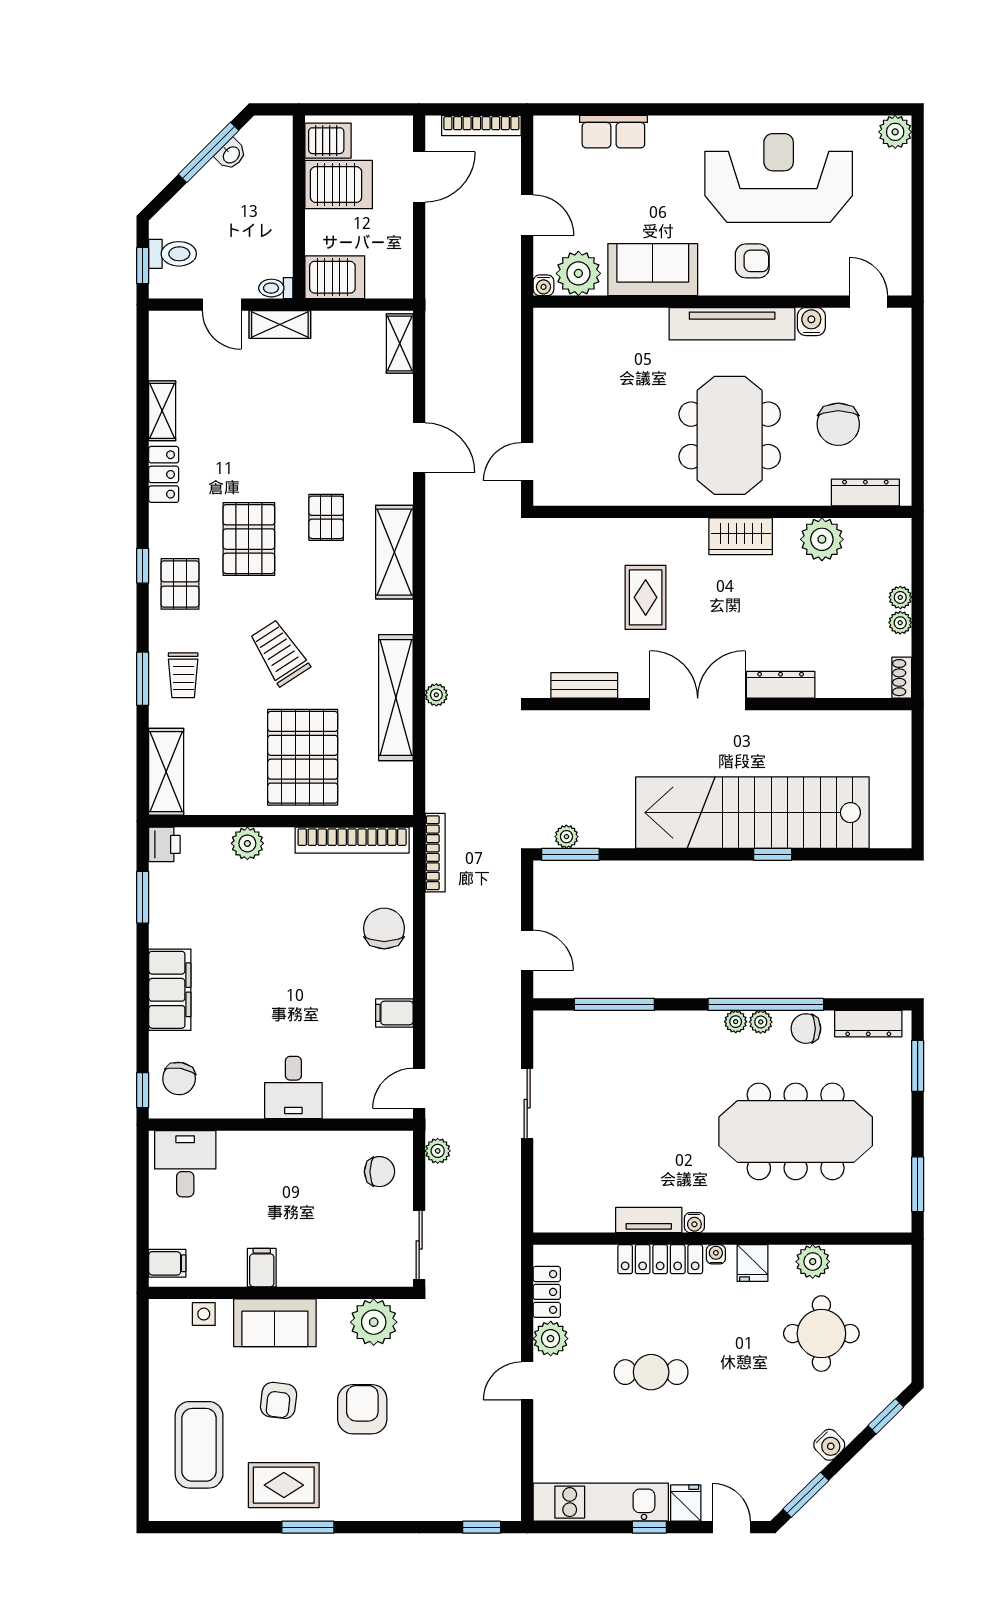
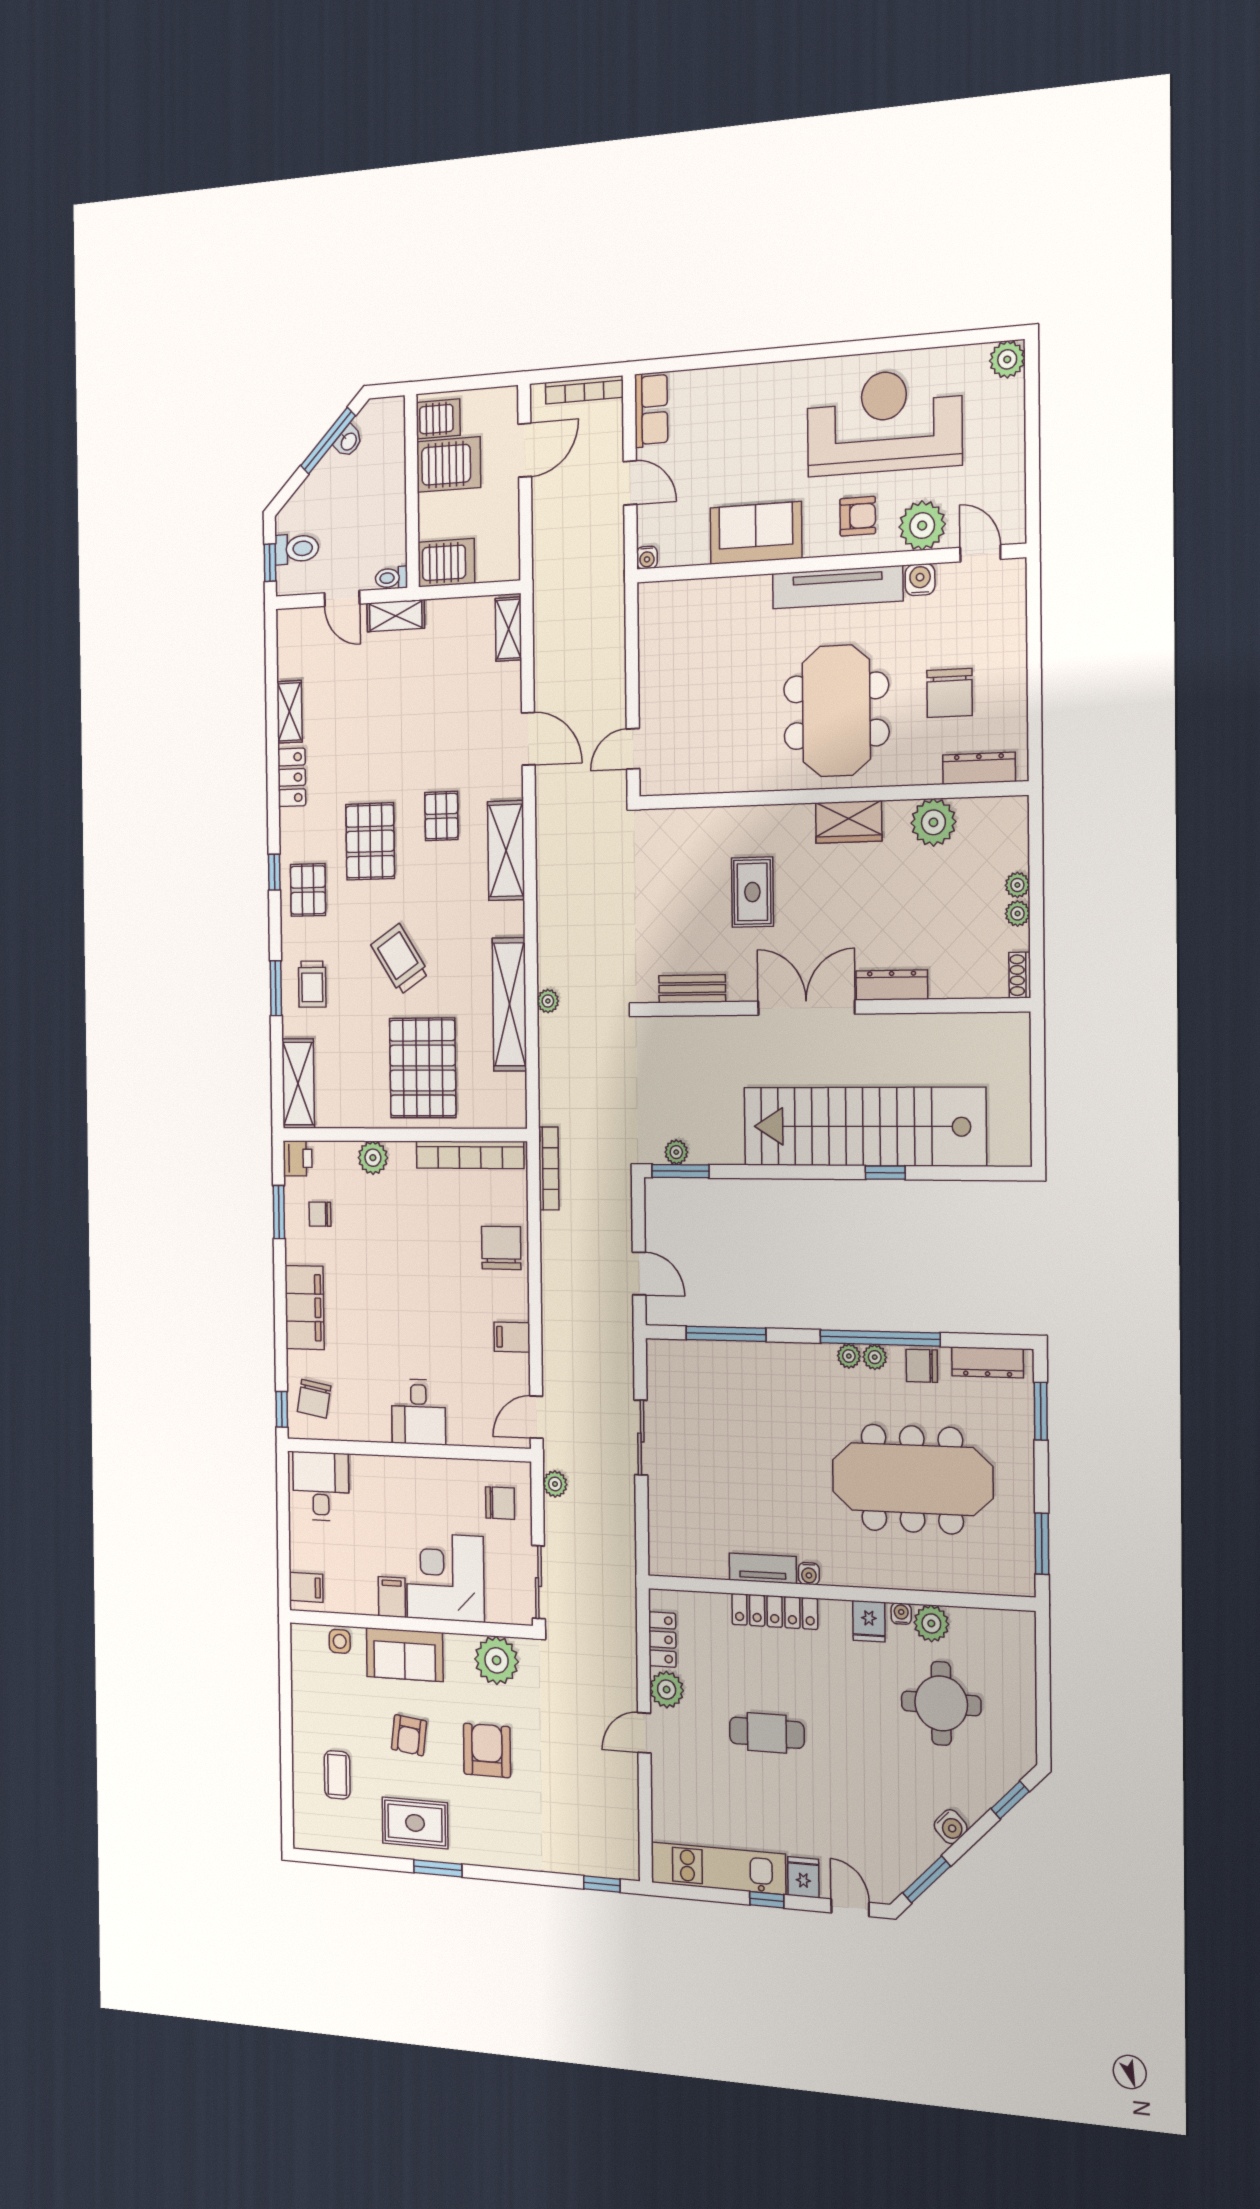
row of seats: (613, 132) -> (651, 410), moved, turned -90
plant: (578, 273) -> (922, 526), moved
chair: (188, 899) -> (320, 1214), added
corner desk: (320, 1245) -> (445, 1577), added
water cooler: (716, 1254) -> (901, 1614), moved
coffee table: (199, 1445) -> (337, 1775), width x0.54, depth x0.58

